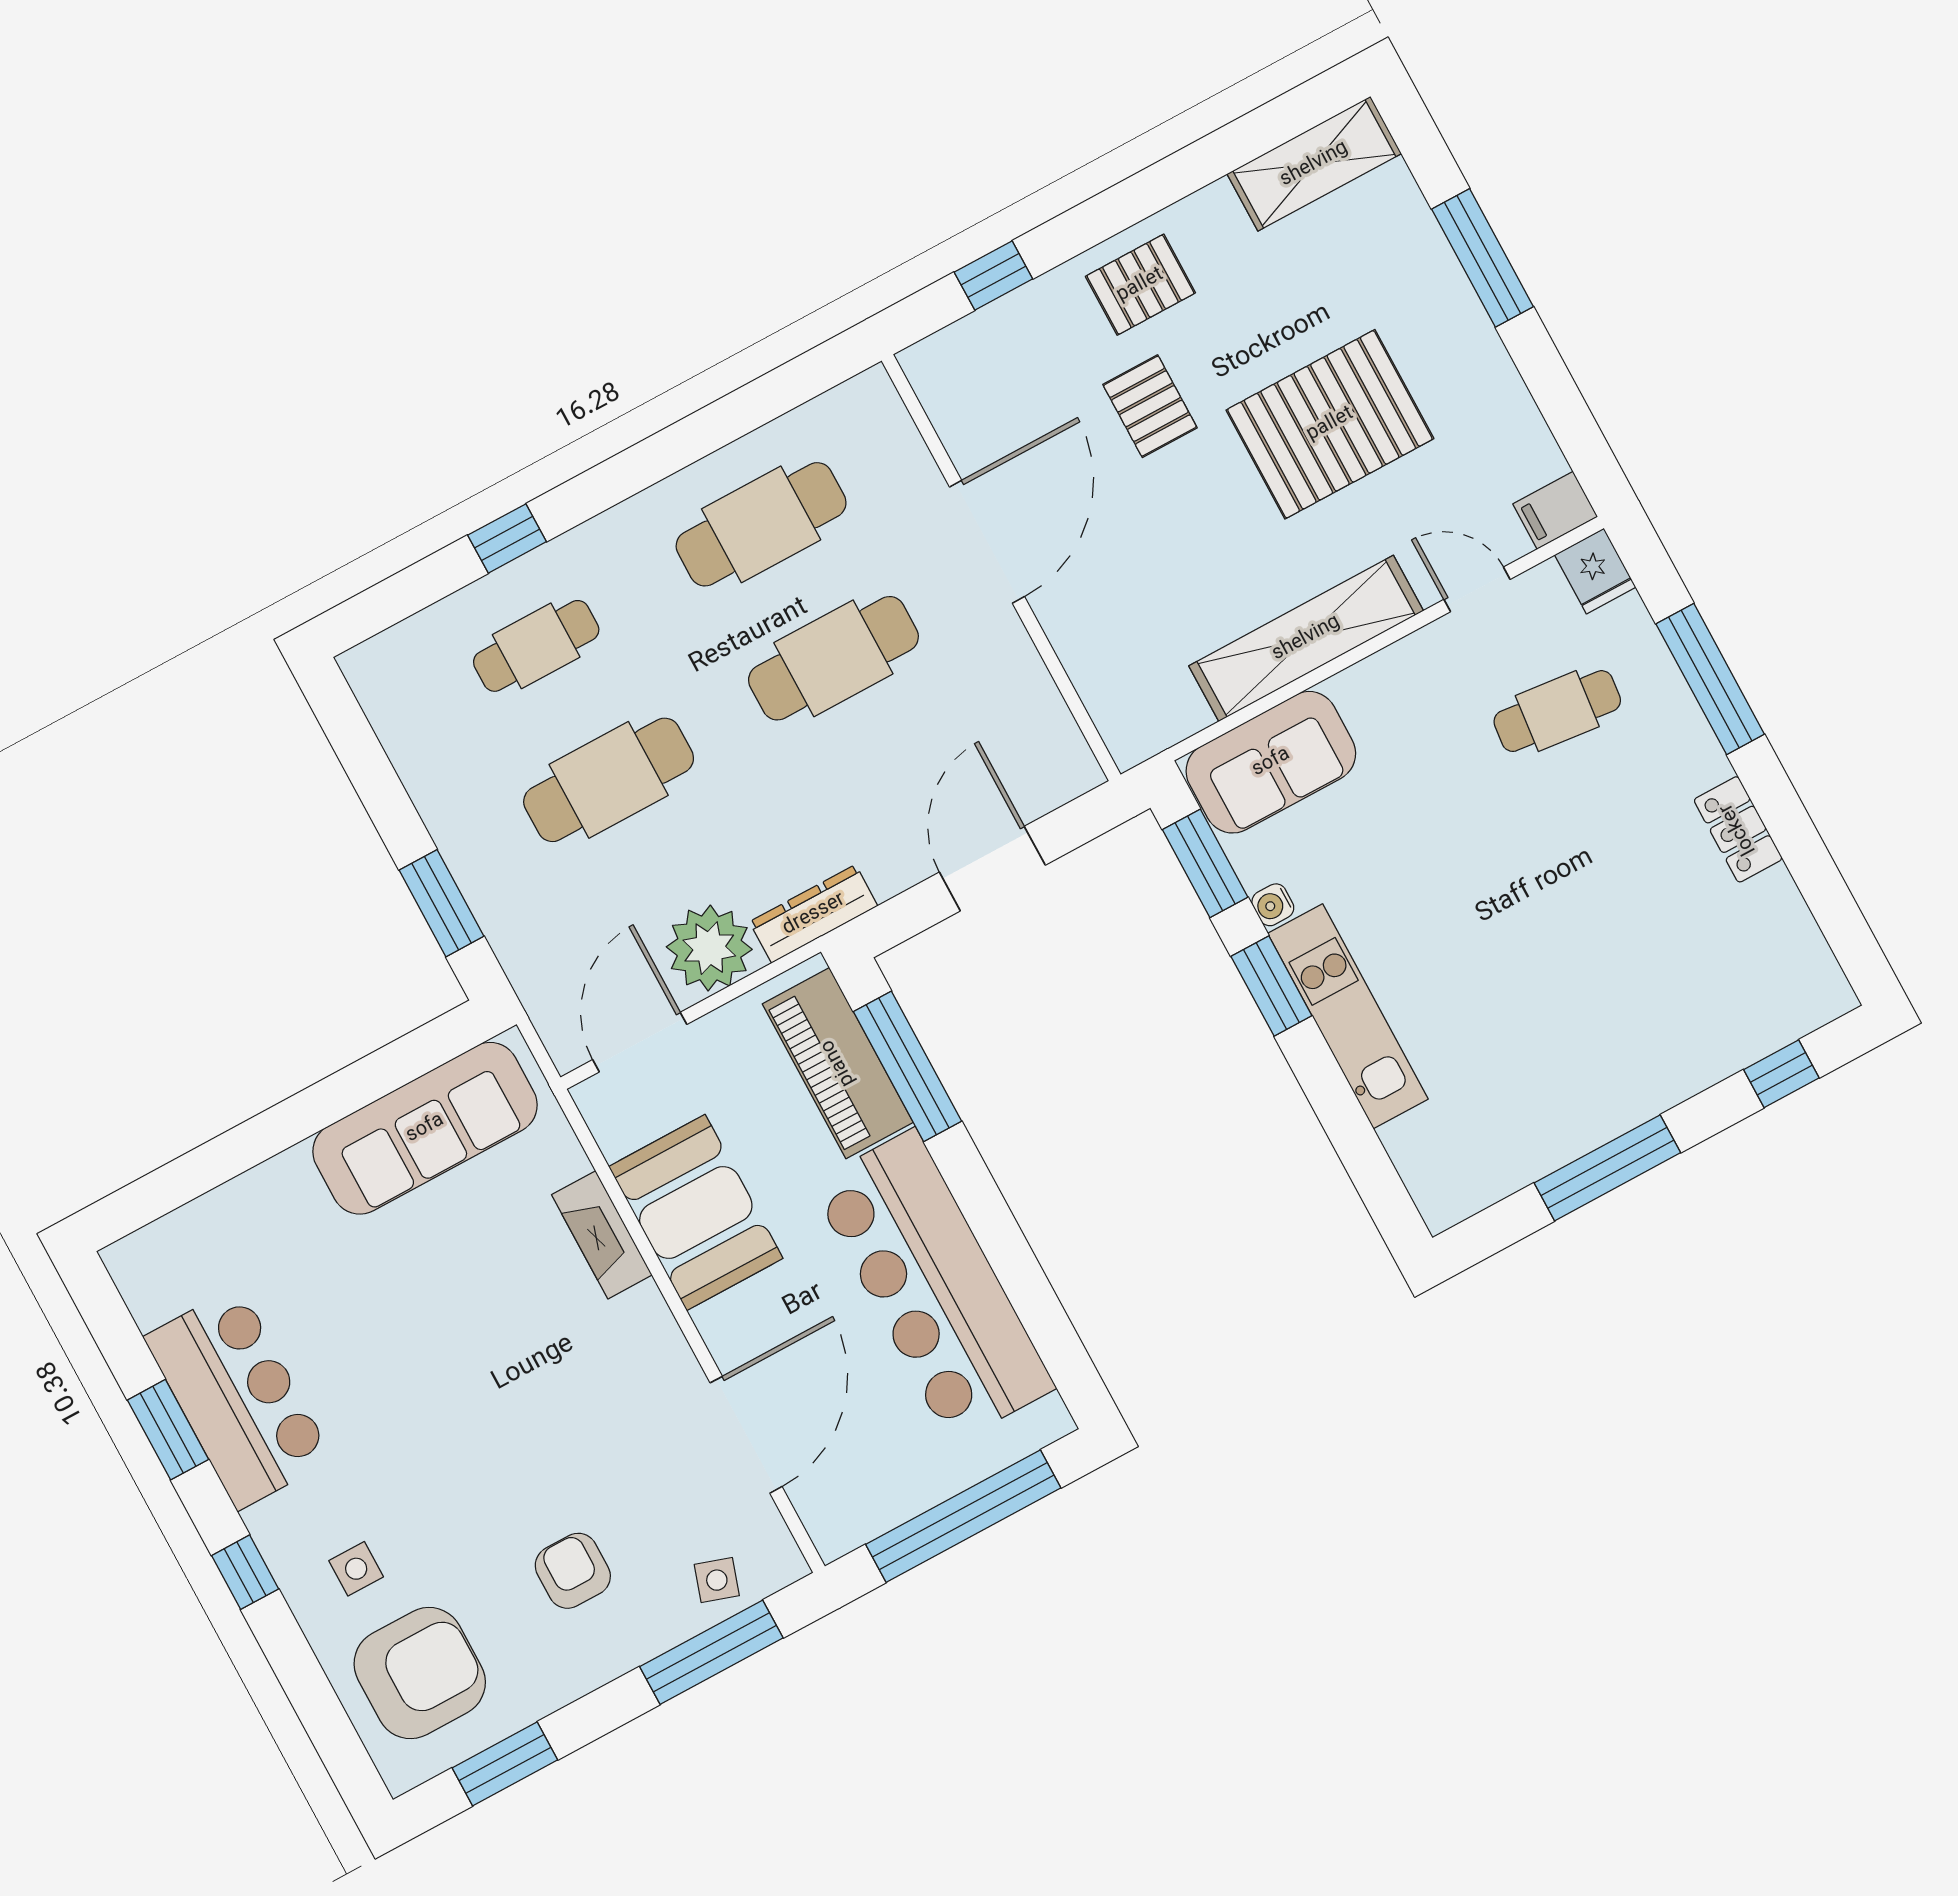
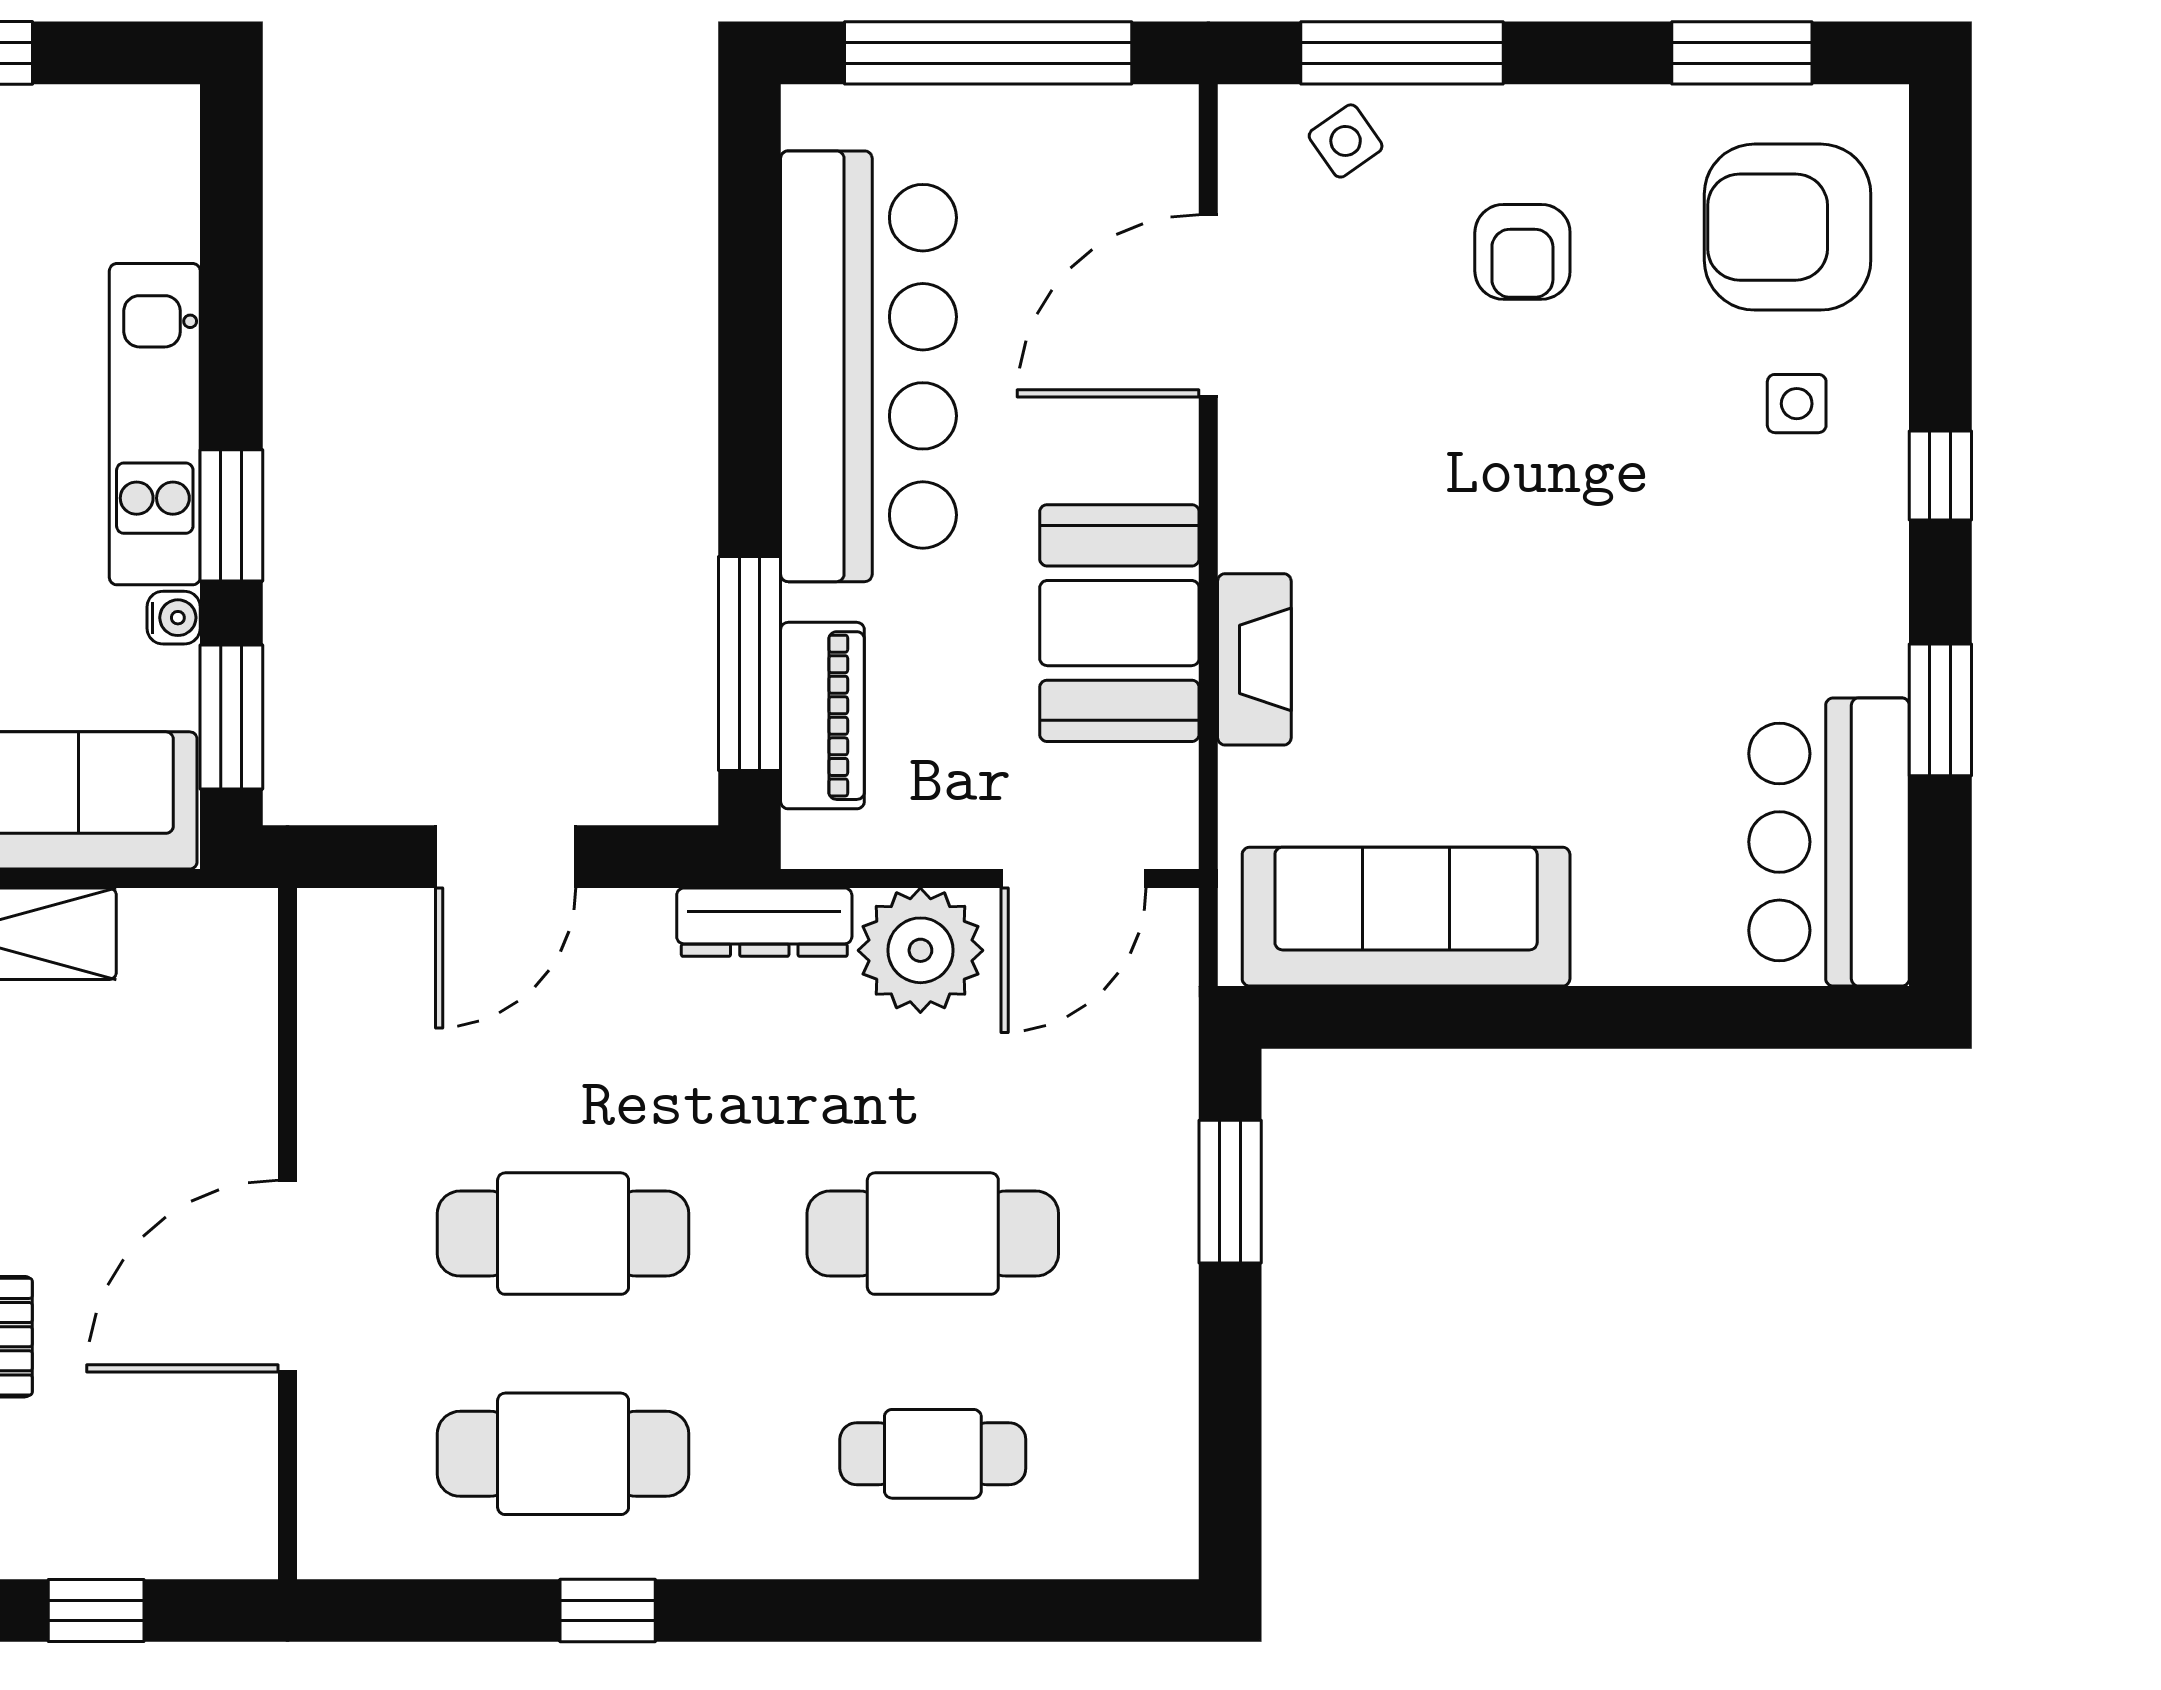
window: (507, 538) -> (608, 1611), moved
piano: (838, 1063) -> (822, 716), width x0.73, depth x0.75
bar counter: (238, 1398) -> (1829, 842), moved
side table: (717, 1580) -> (1346, 141), turned 37

